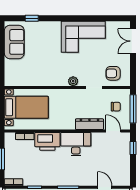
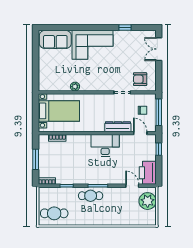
window: (32, 18) -> (125, 28), moved
corner sofa: (83, 37) -> (93, 45), moved
sofa: (14, 42) -> (55, 39), moved, turned 90
plant: (73, 81) -> (75, 87), moved
printer: (47, 141) -> (148, 173), moved, turned 90

